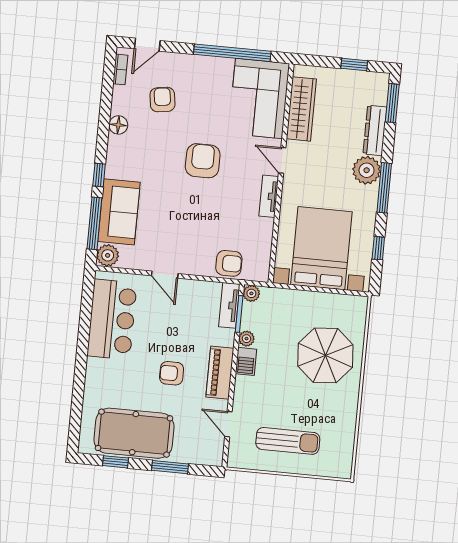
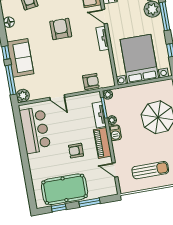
sofa: (119, 212) -> (20, 58), moved
tv unit: (229, 305) -> (99, 115), moved

